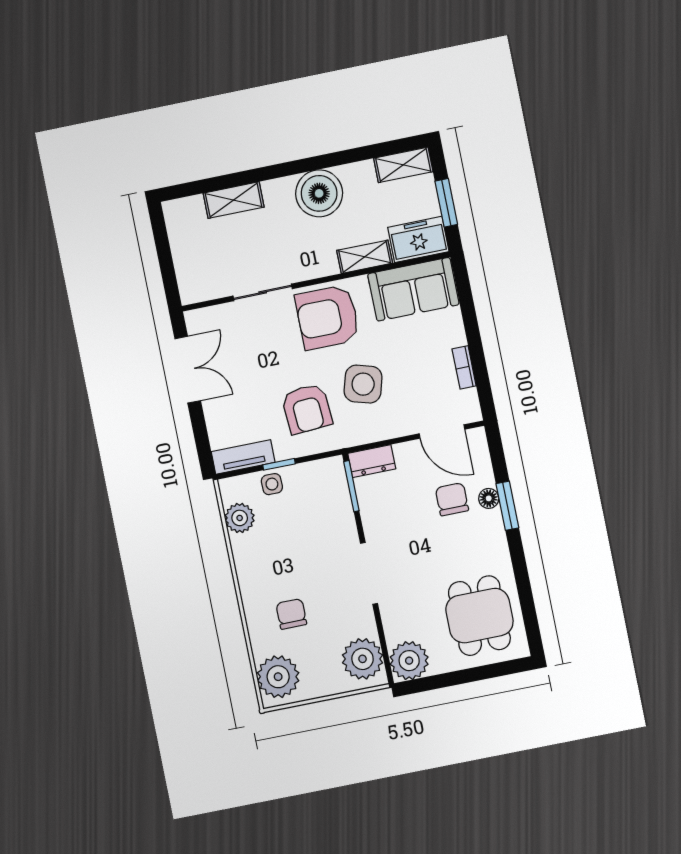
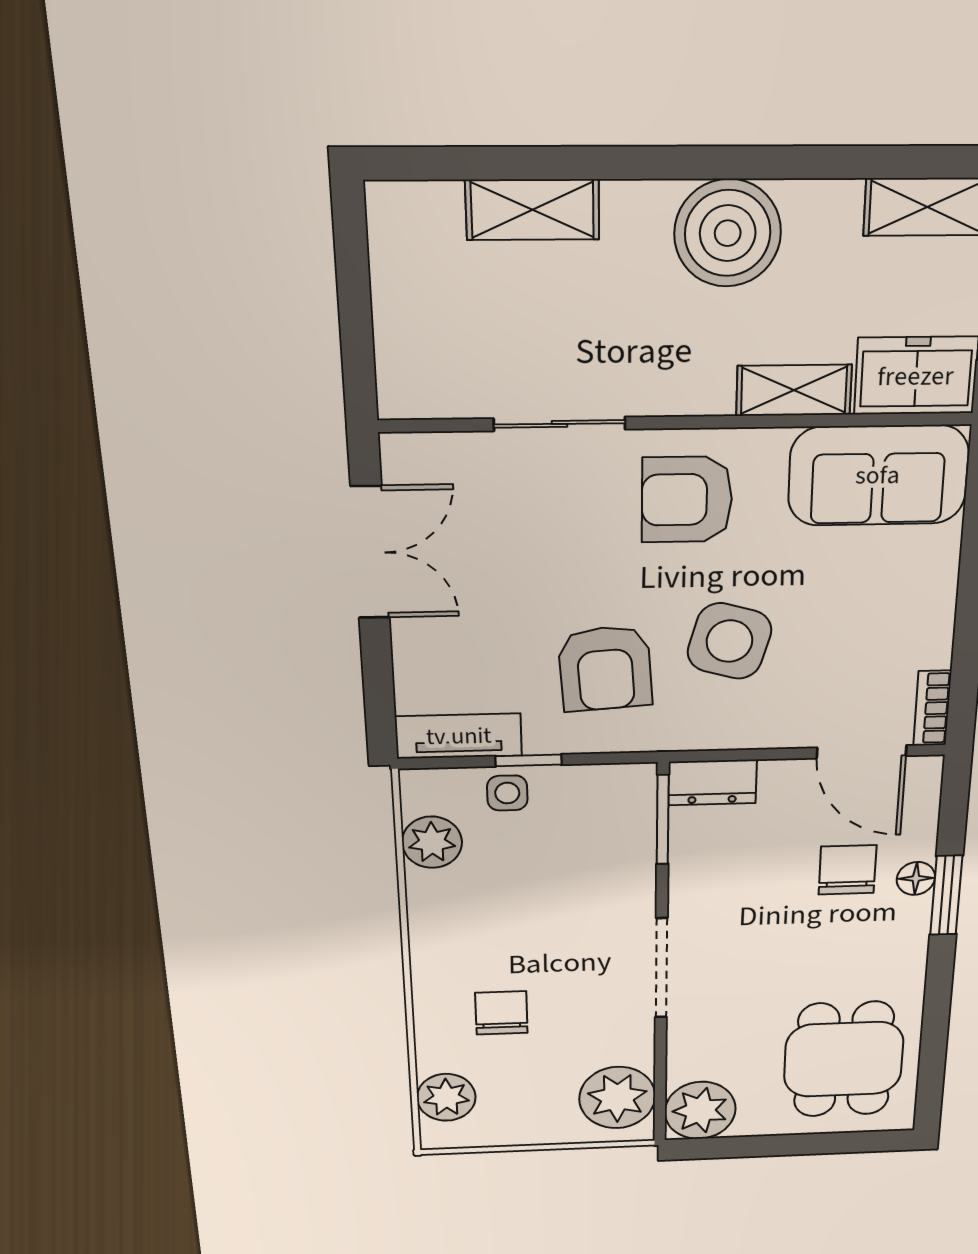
armchair: (328, 317) -> (687, 500), width x0.73, depth x0.73
bookcase: (464, 367) -> (932, 708), moved
plant: (278, 677) -> (446, 1097), width x0.73, depth x0.73

